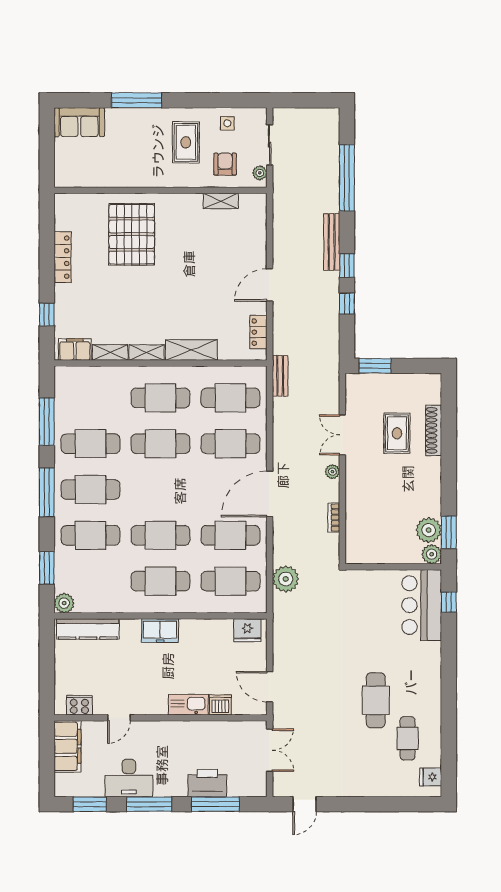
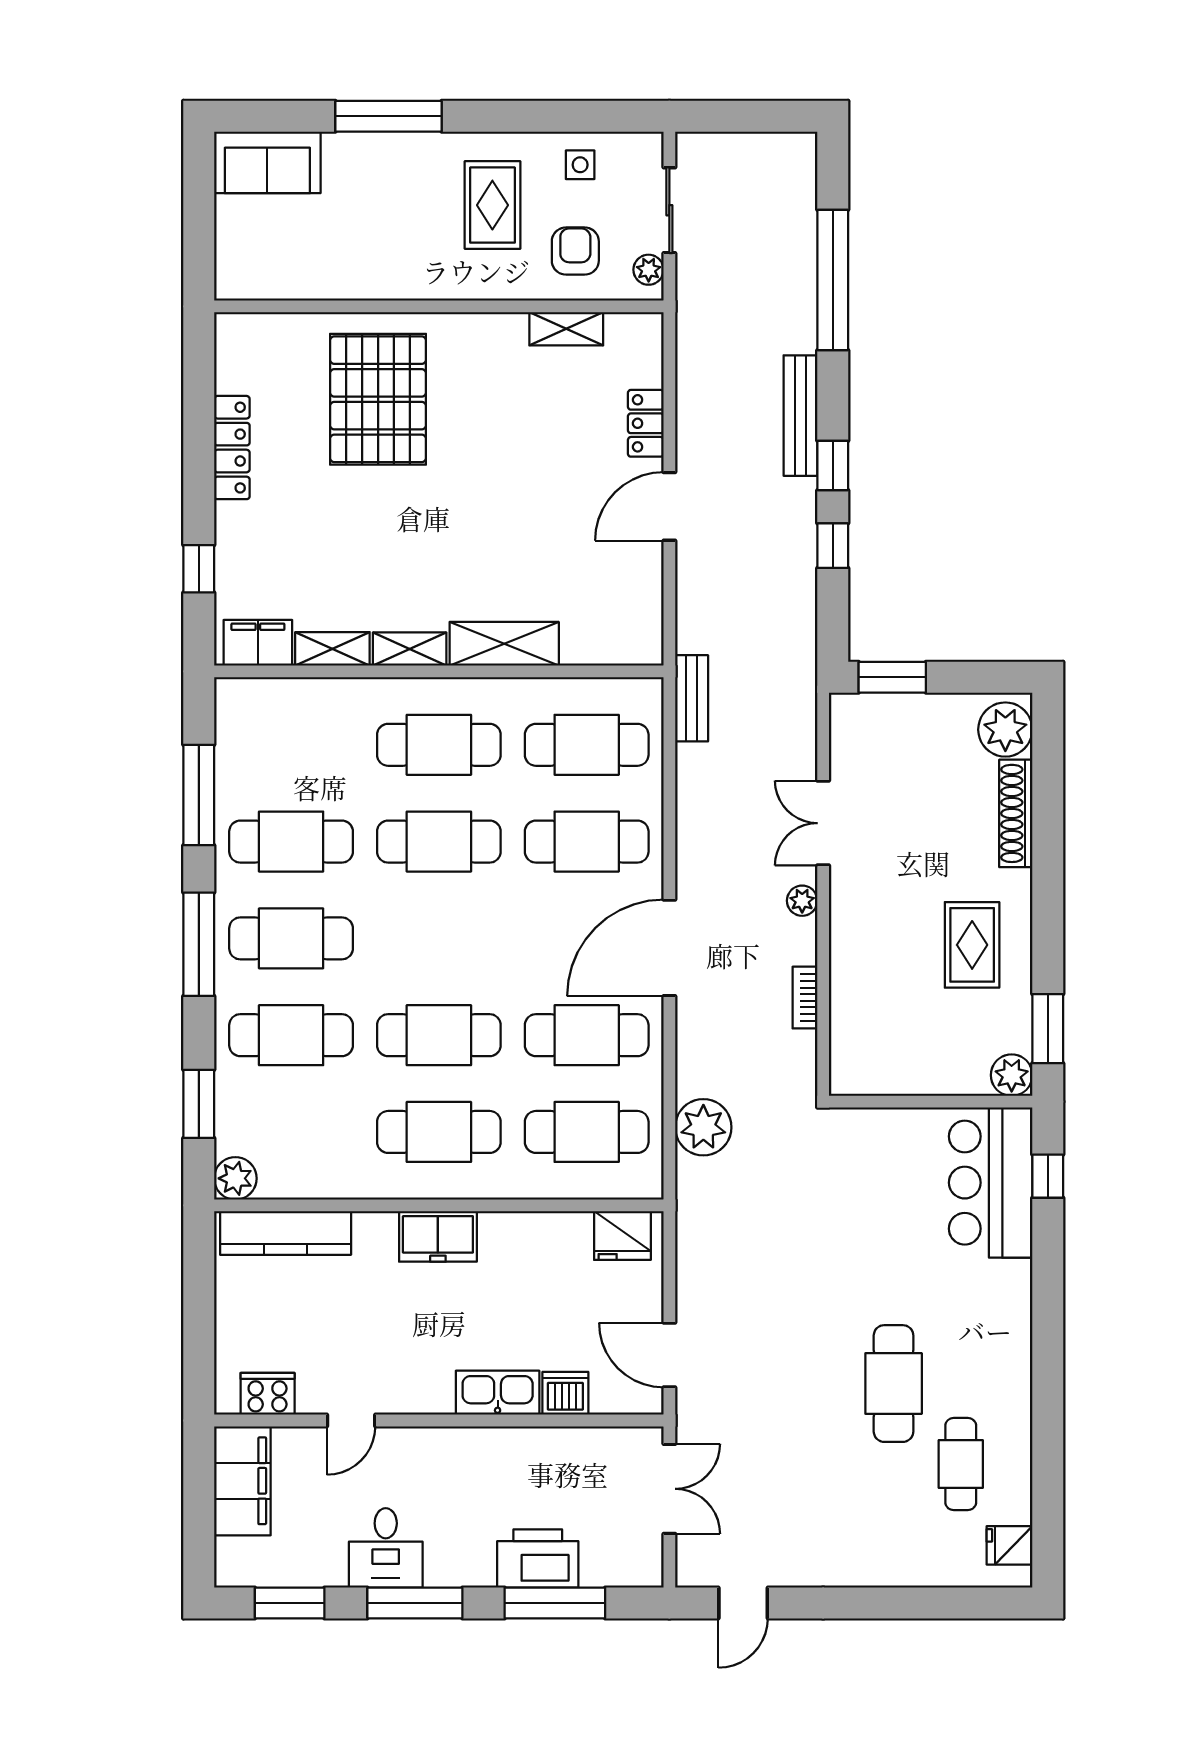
locker: (258, 332) -> (646, 423), moved
rug: (397, 433) -> (972, 945), moved
plant: (429, 530) -> (1005, 730), moved
desk: (129, 778) -> (386, 1548), width x0.73

